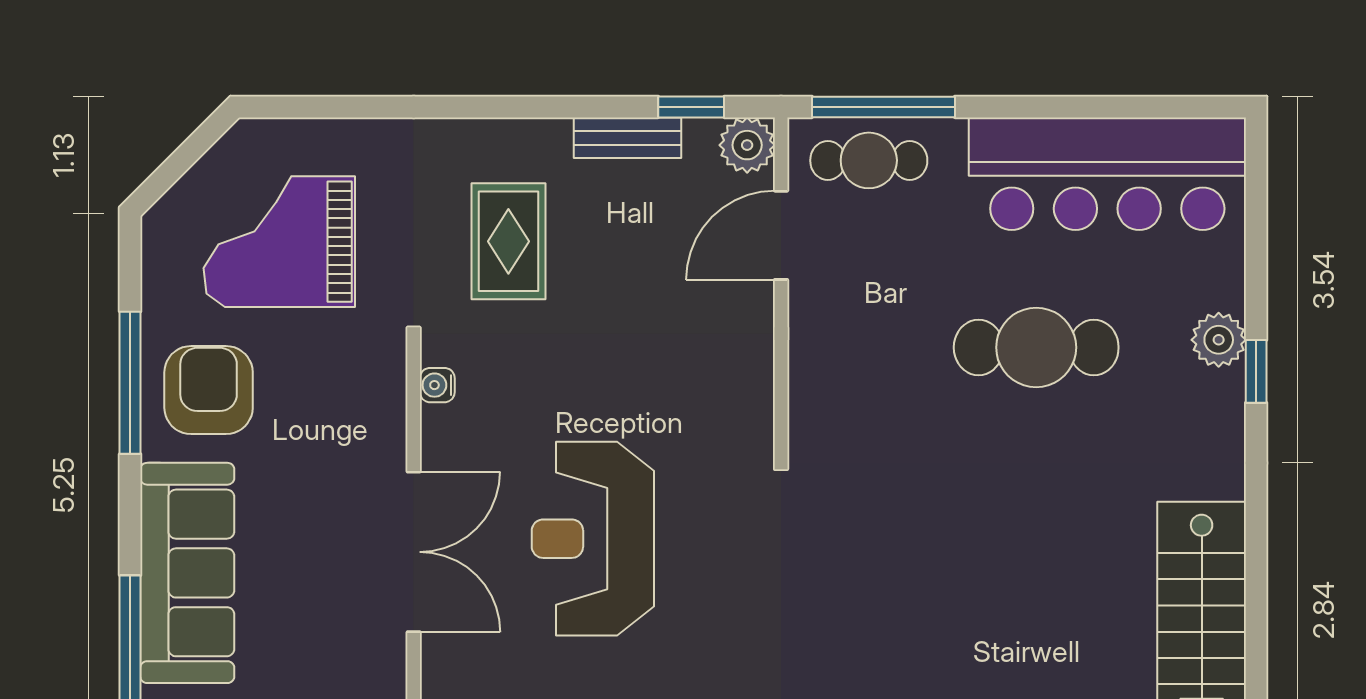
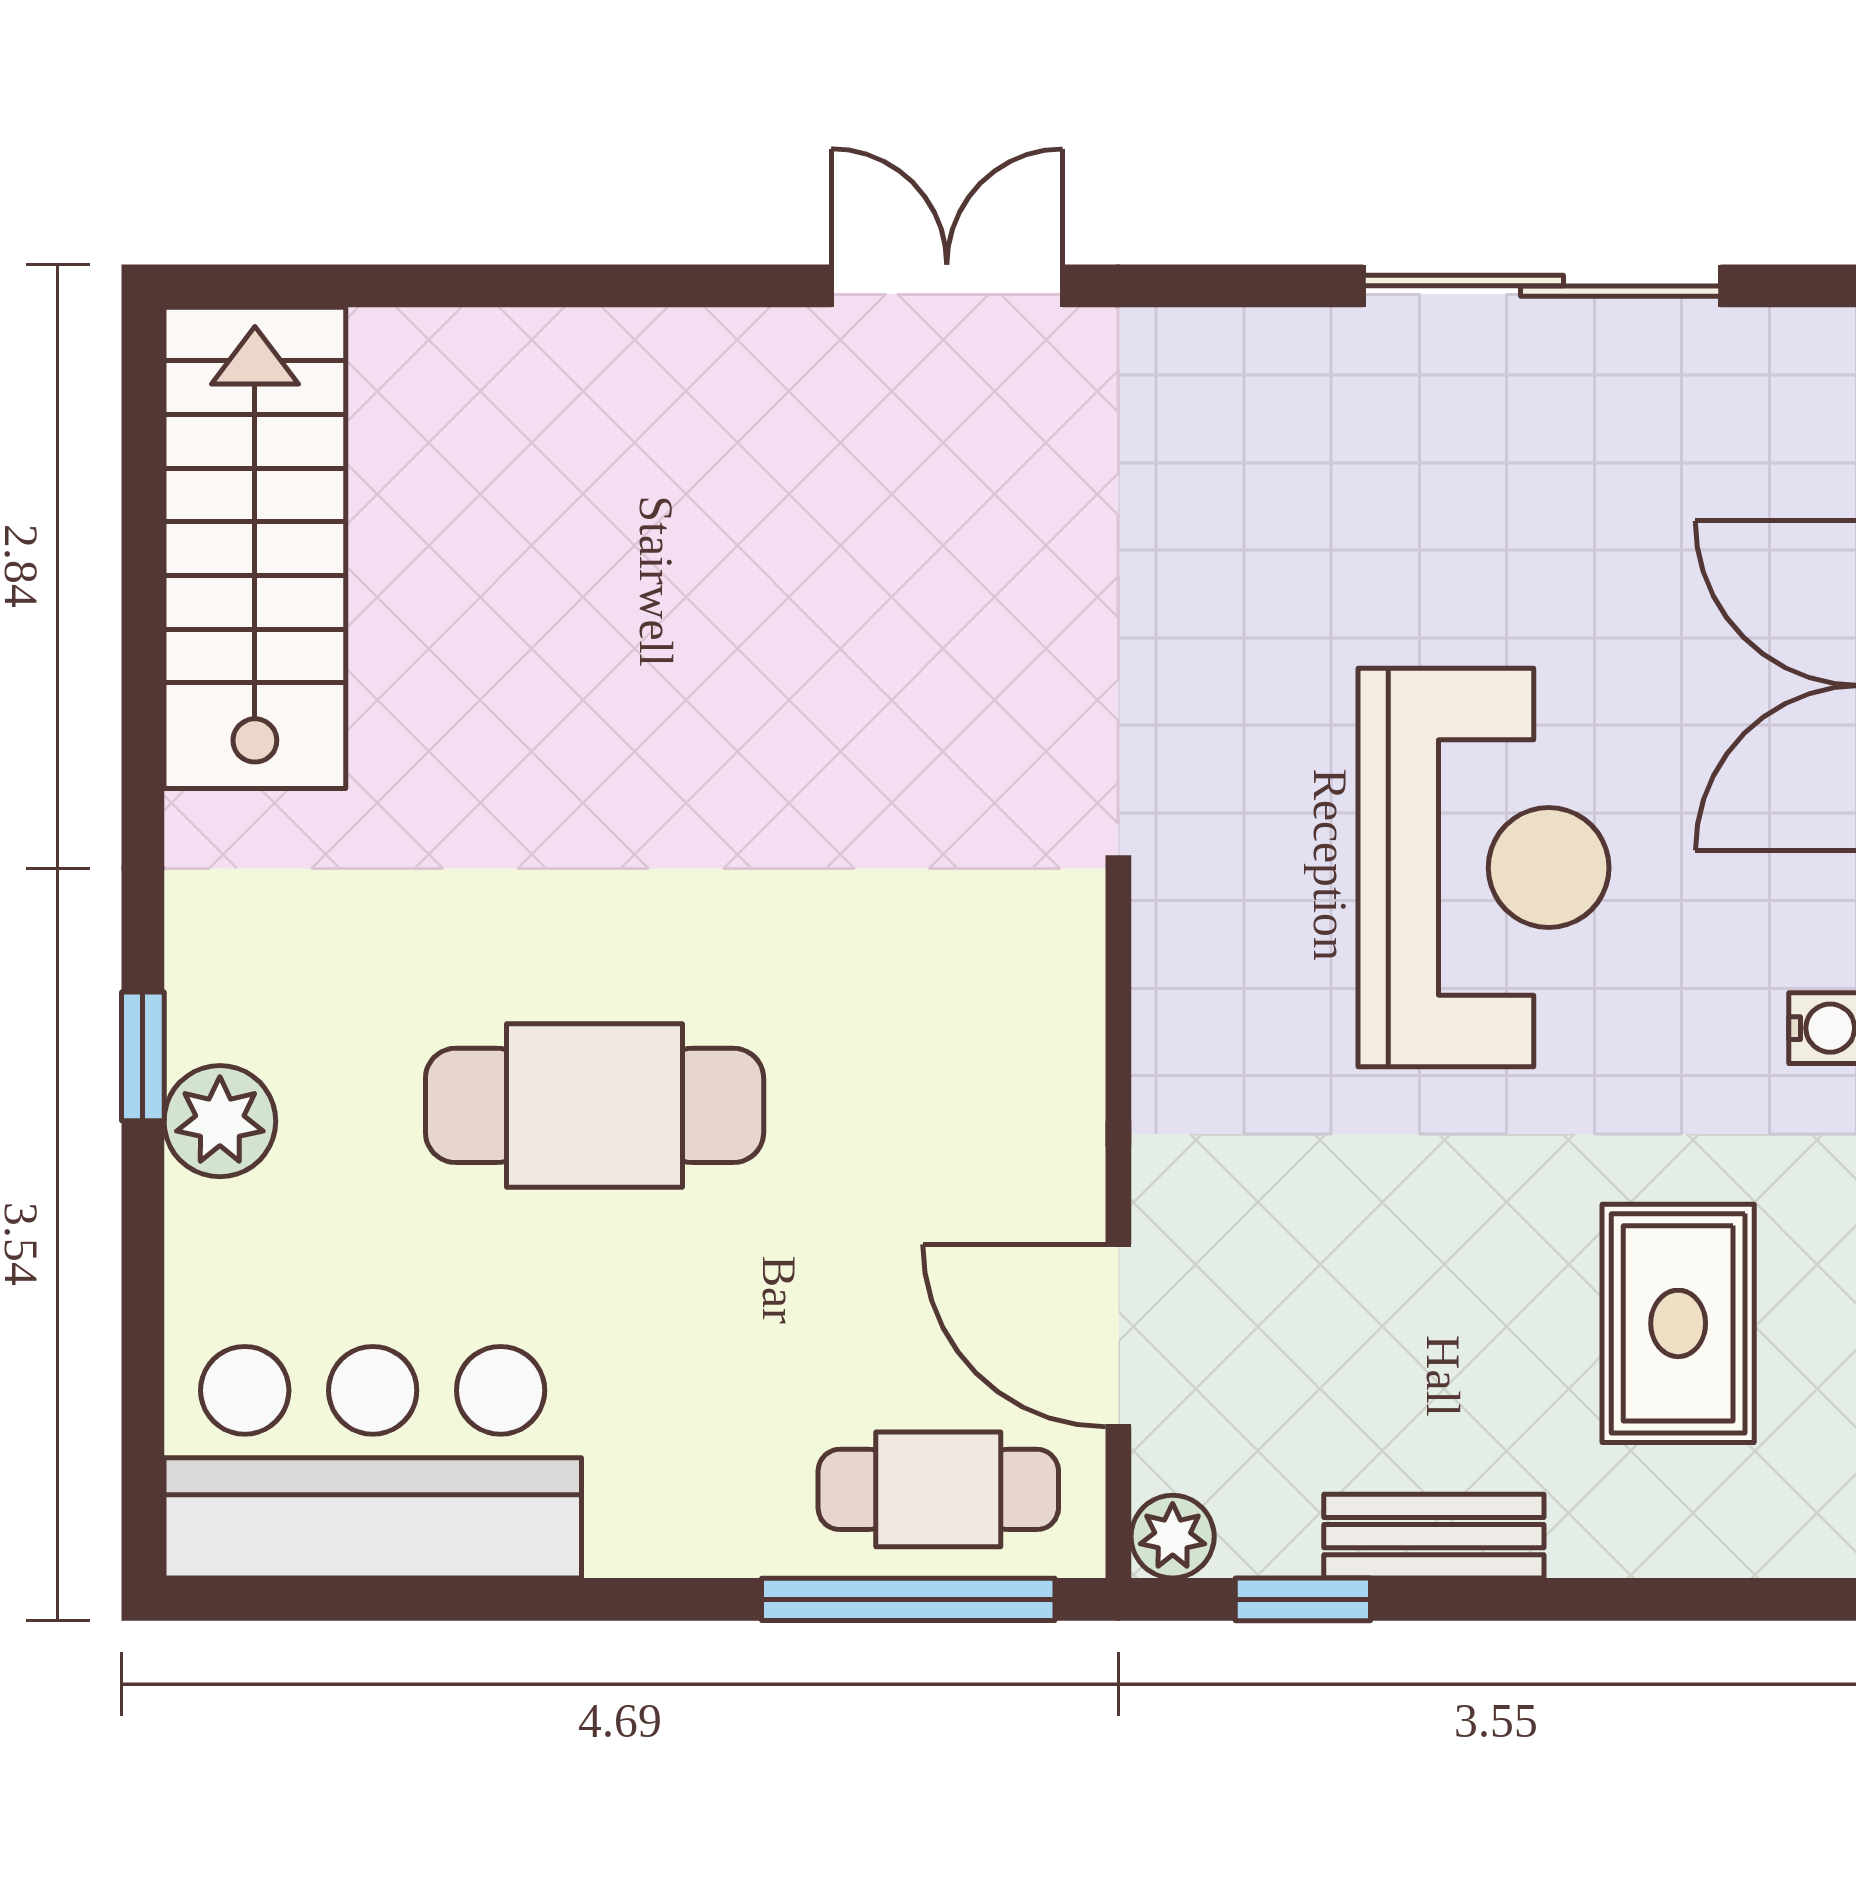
plant: (747, 145) -> (1173, 1537), width x0.73, depth x0.73
bar counter: (1107, 174) -> (373, 1462), width x0.73
door: (781, 235) -> (1118, 1336), swing flipped
reception desk: (593, 539) -> (1483, 867), moved

